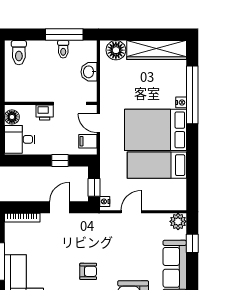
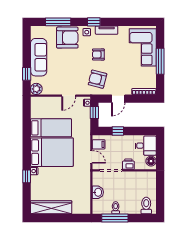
floor lamp: (116, 50) -> (79, 207), removed
window: (192, 95) -> (27, 176), width x0.32
armchair: (89, 236) -> (97, 79), added

